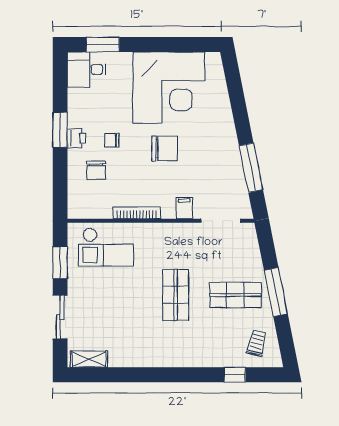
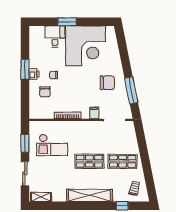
window: (103, 45) -> (67, 22), moved
desk: (86, 70) -> (55, 36), moved, turned 90
chair: (165, 148) -> (107, 83), moved
checkout: (106, 247) -> (52, 145), moved
window: (276, 292) -> (145, 160), removed
shop shelf: (176, 295) -> (89, 161), turned 90
shelving: (176, 356) -> (90, 195), added

